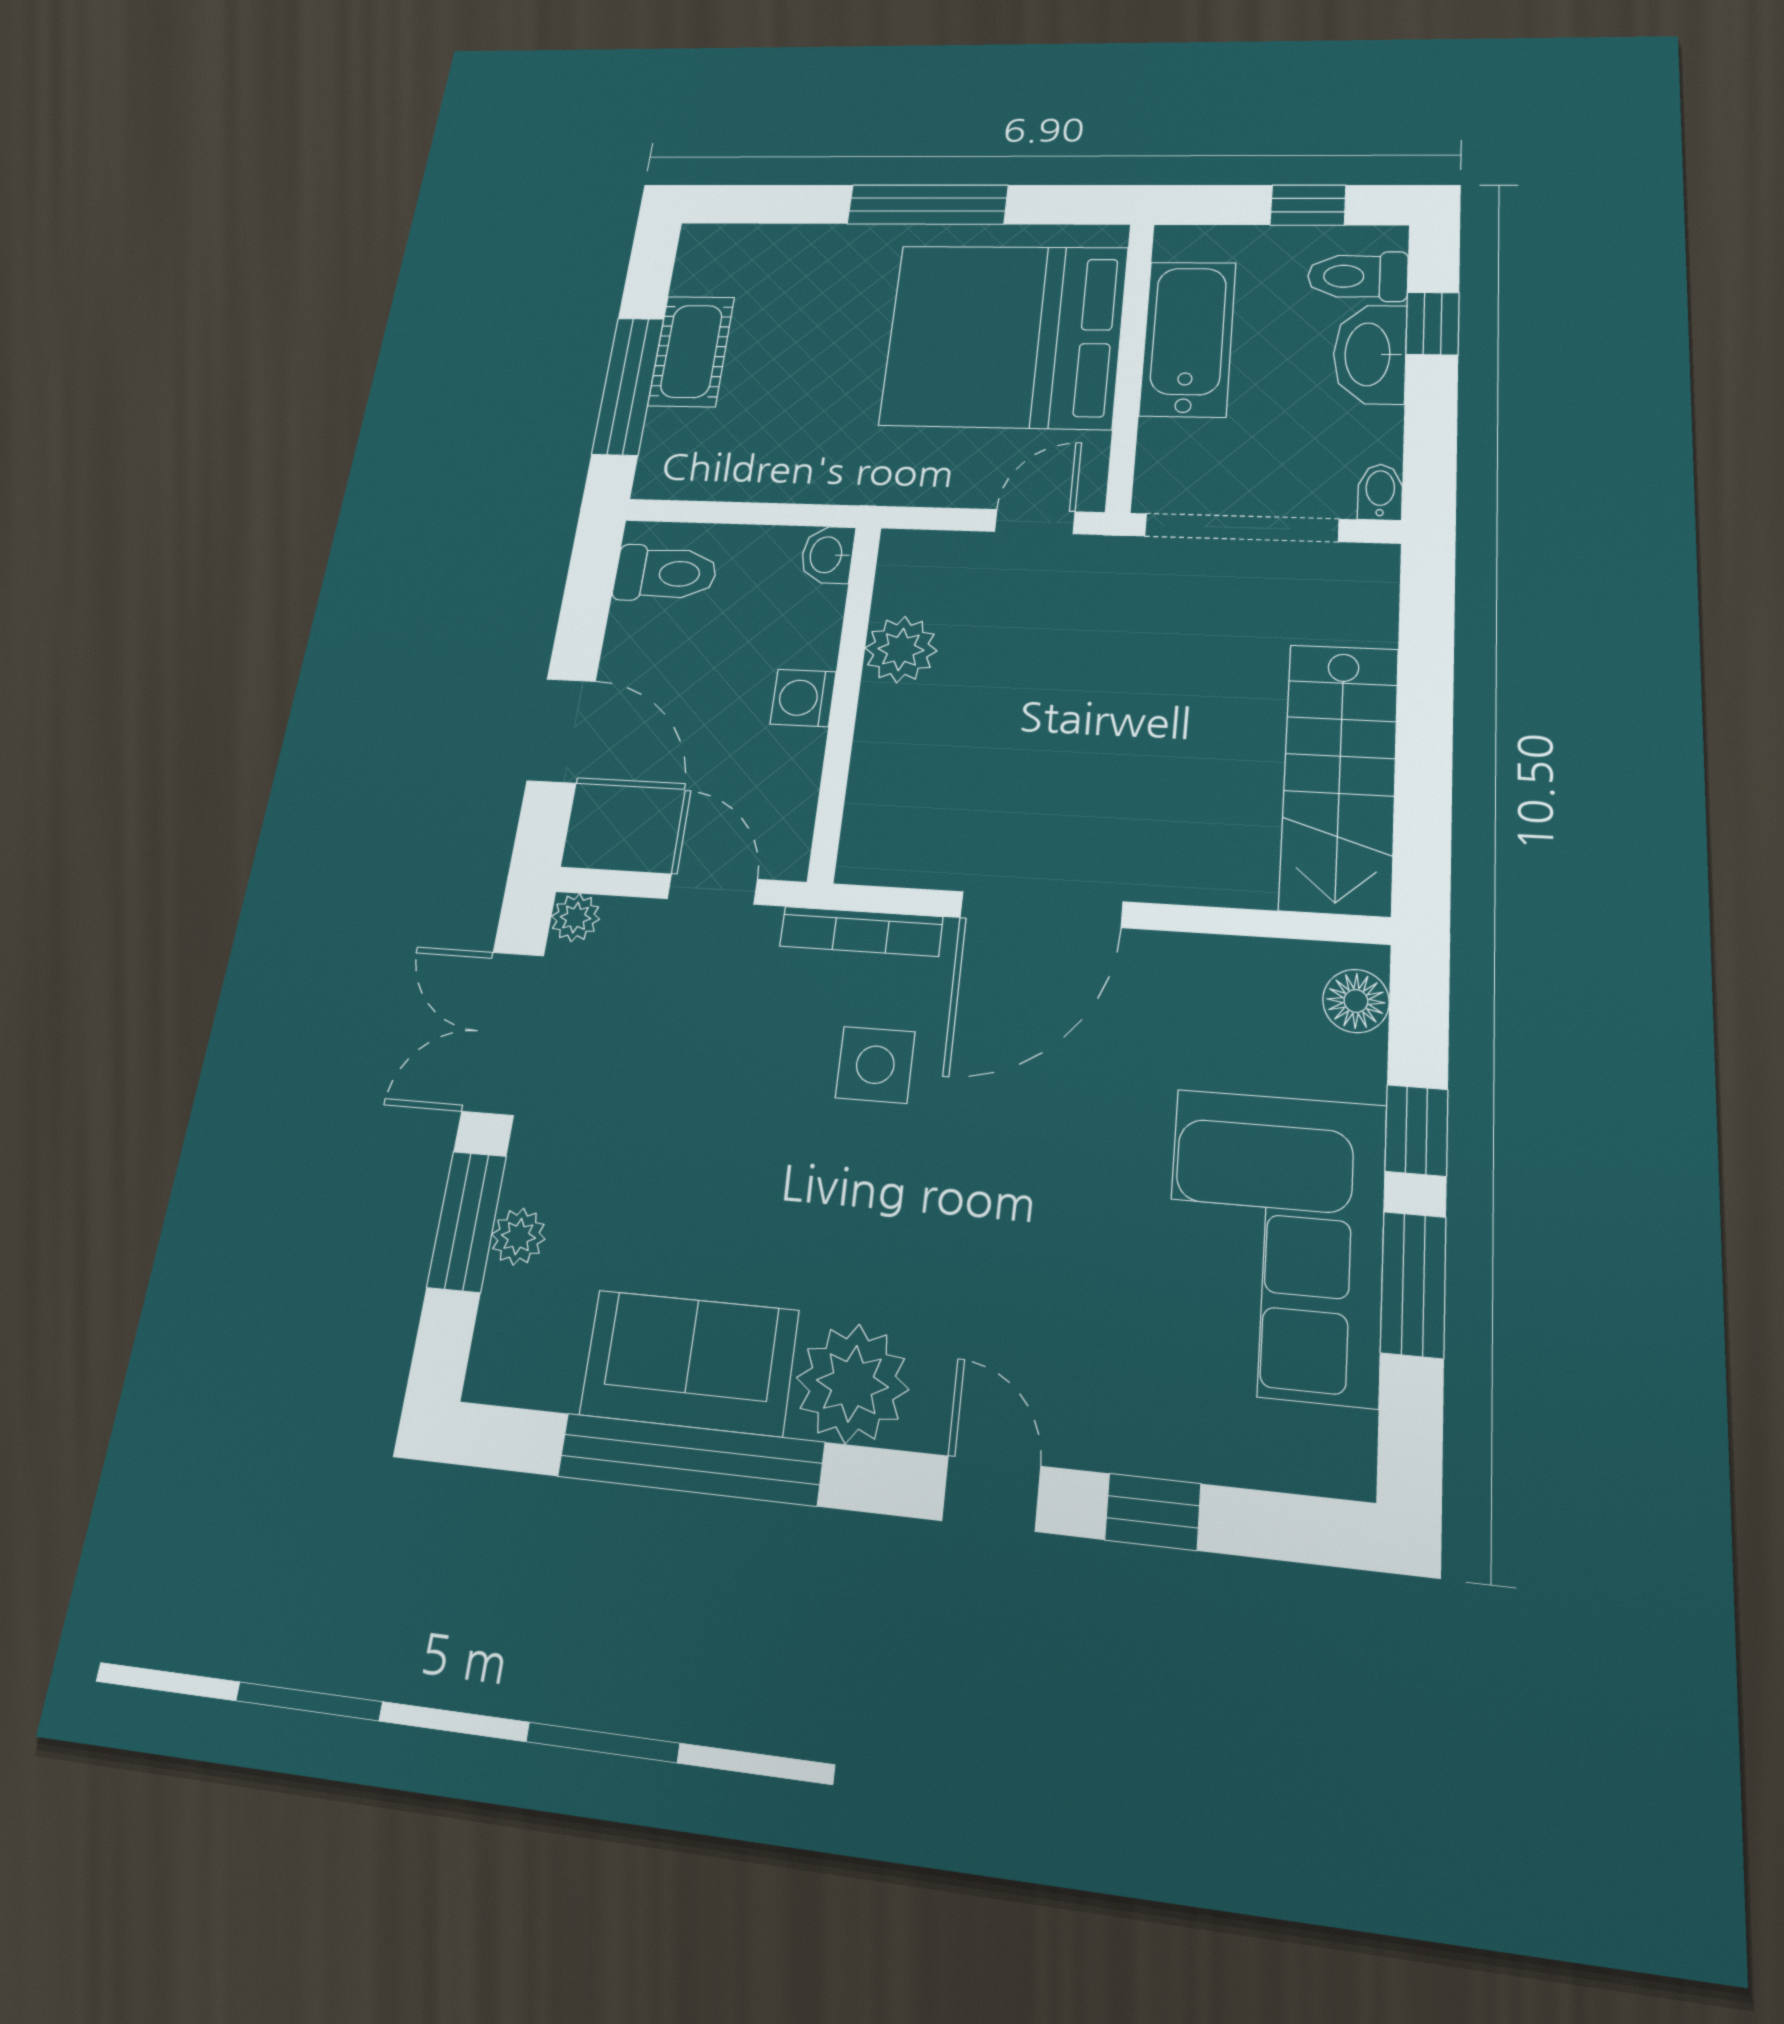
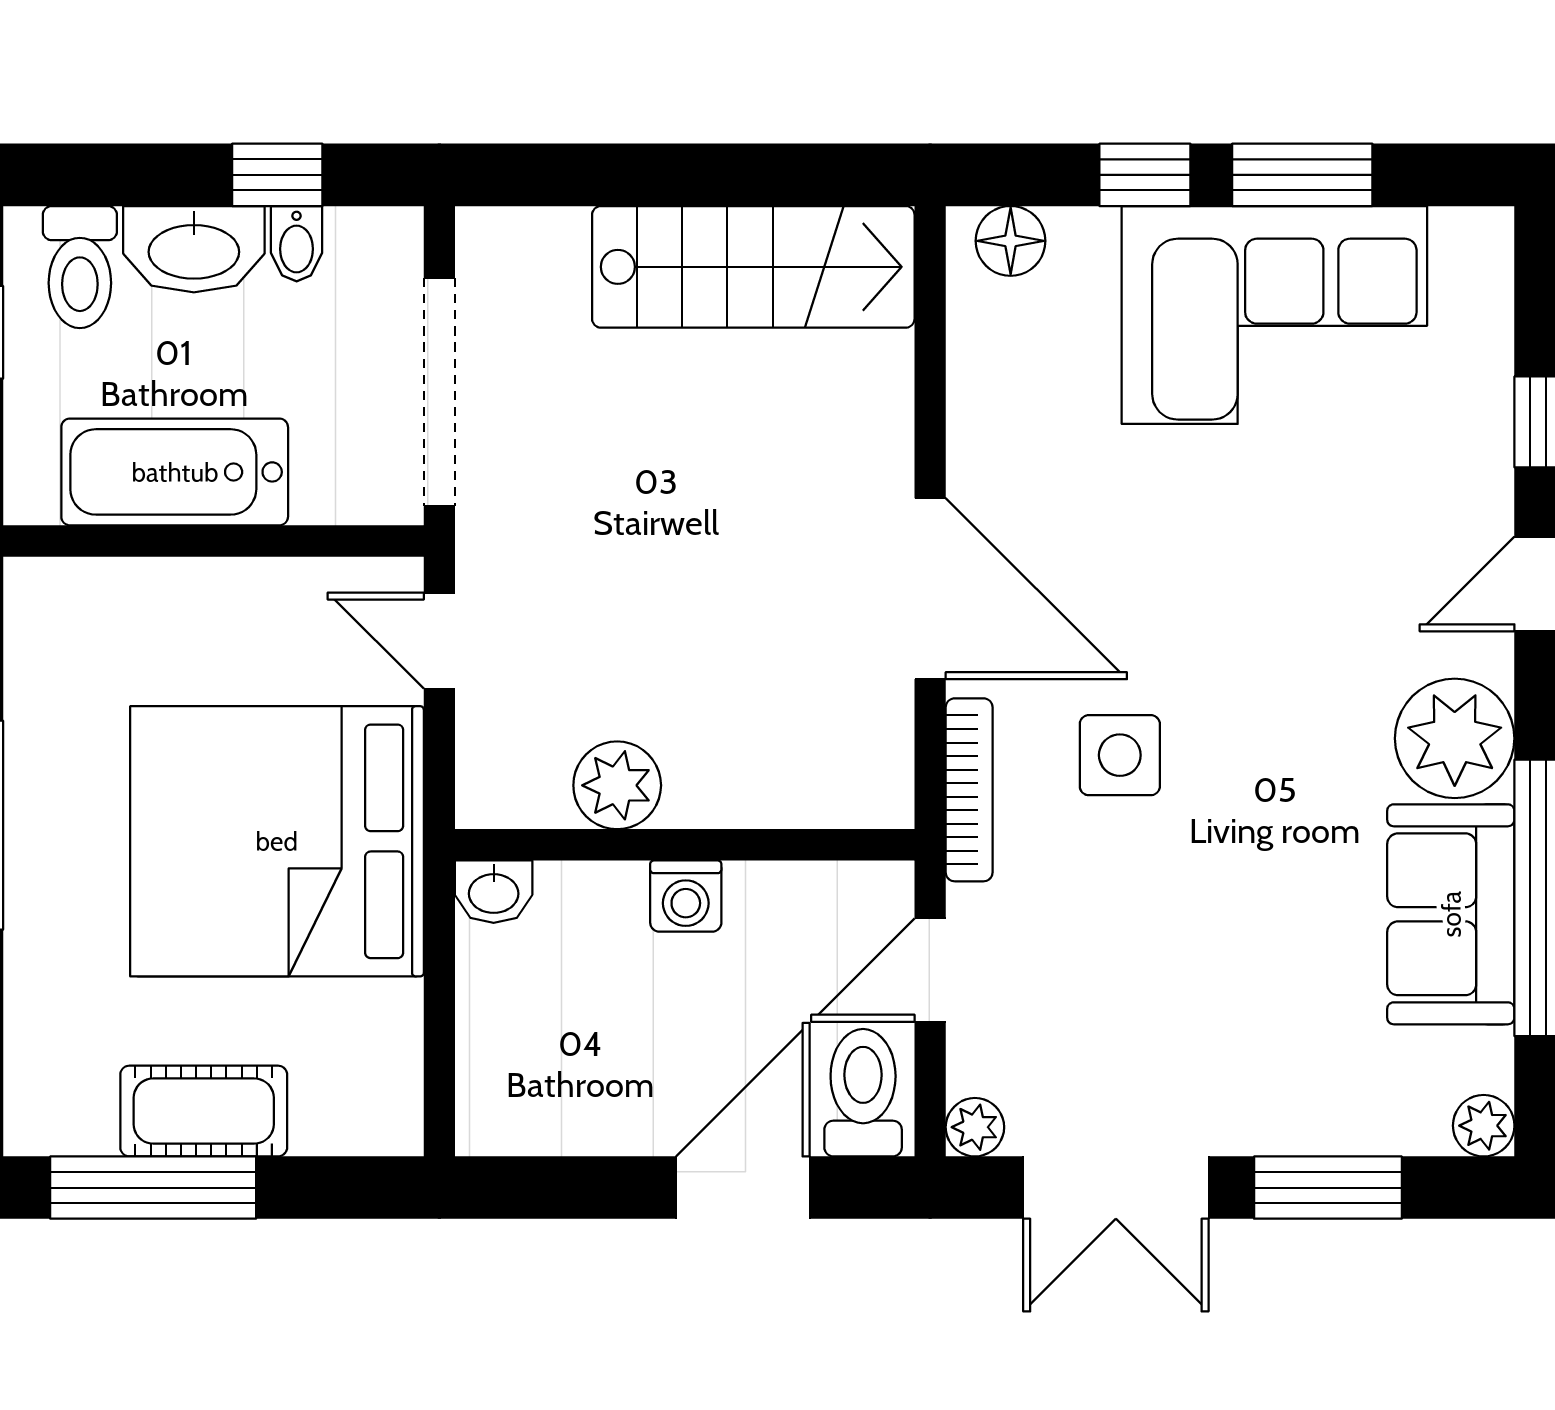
window: (1433, 323) -> (277, 175), moved
bed: (1004, 336) -> (277, 841), moved, turned 90
window: (628, 386) -> (153, 1188), moved
bidet: (1380, 492) -> (297, 244), moved, turned -90
toilet: (666, 573) -> (863, 1093), moved
plant: (518, 1237) -> (1484, 1126), moved

